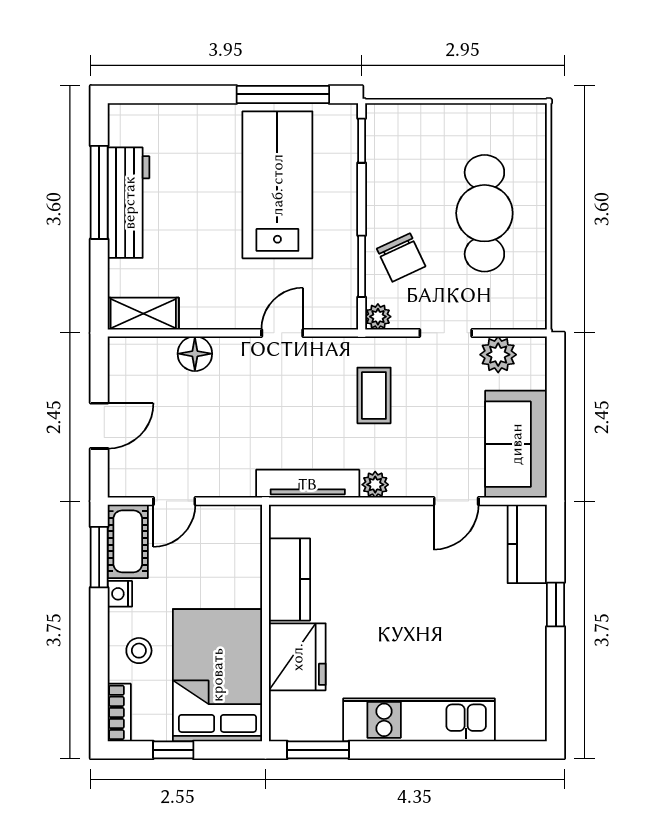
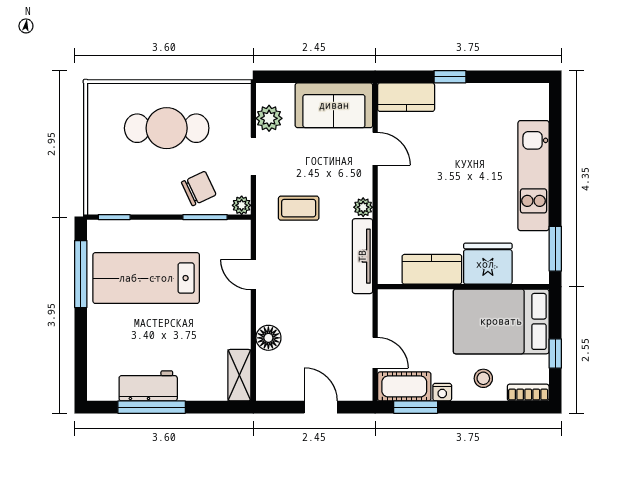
workbench: (129, 203) -> (148, 386), width x0.73

